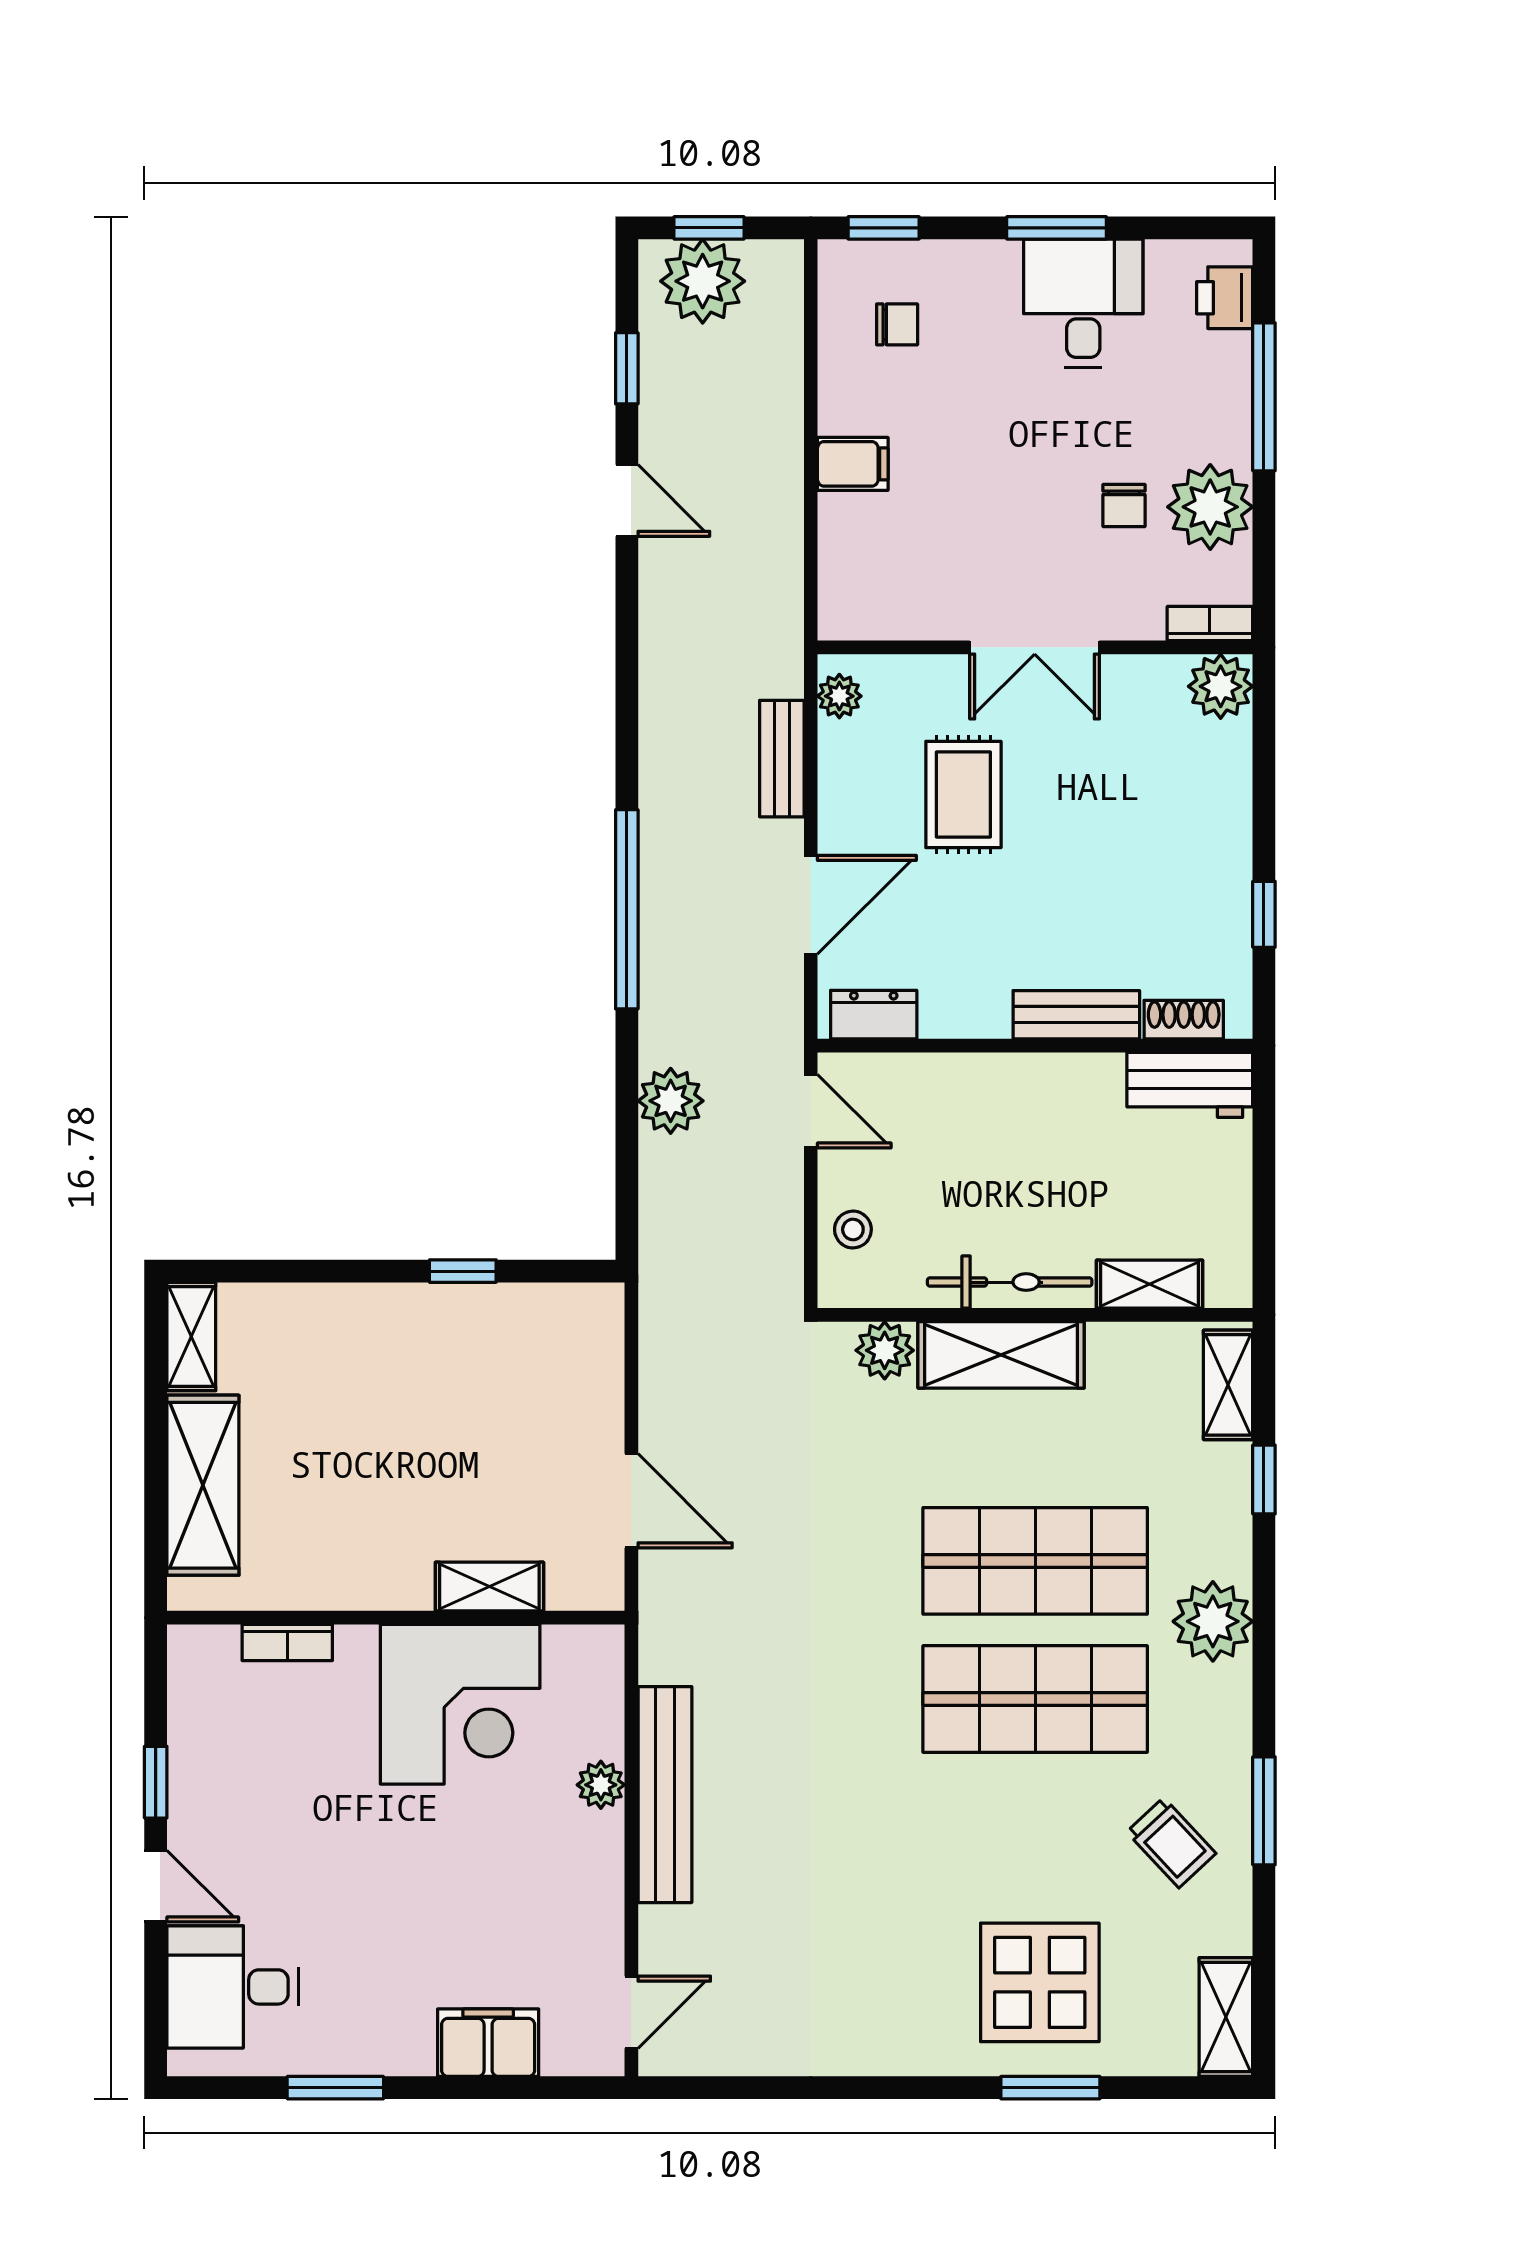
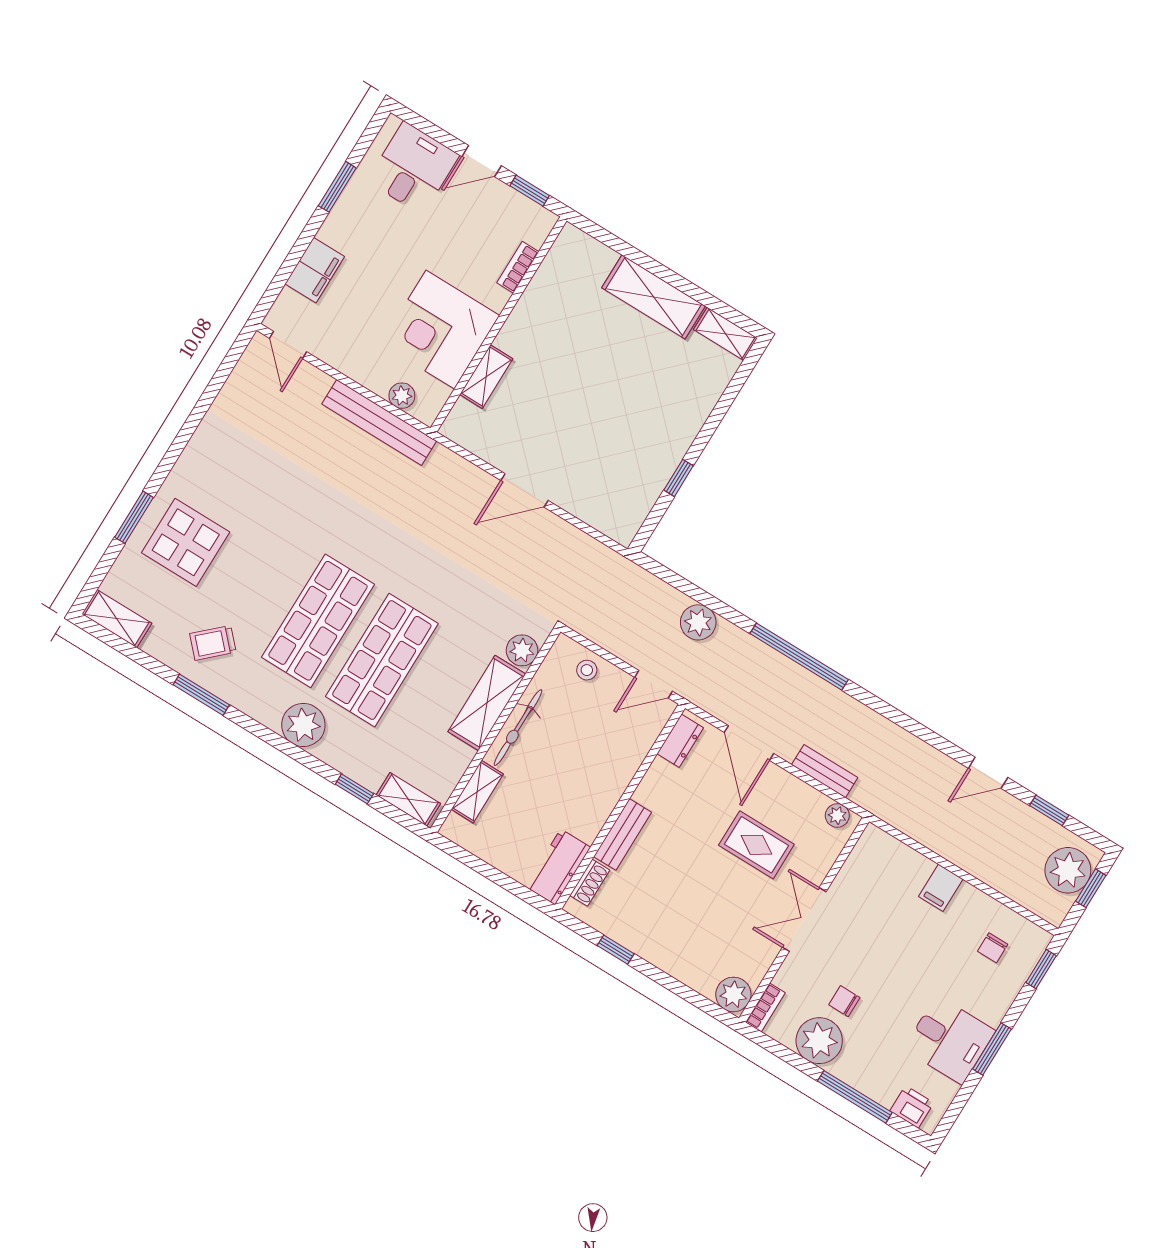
shelving: (489, 1587) -> (486, 377), moved
wall: (396, 1618) -> (499, 324), moved
bookcase: (287, 1642) -> (518, 267), moved
corner desk: (460, 1704) -> (440, 330), moved

